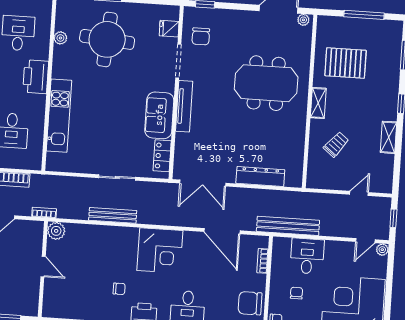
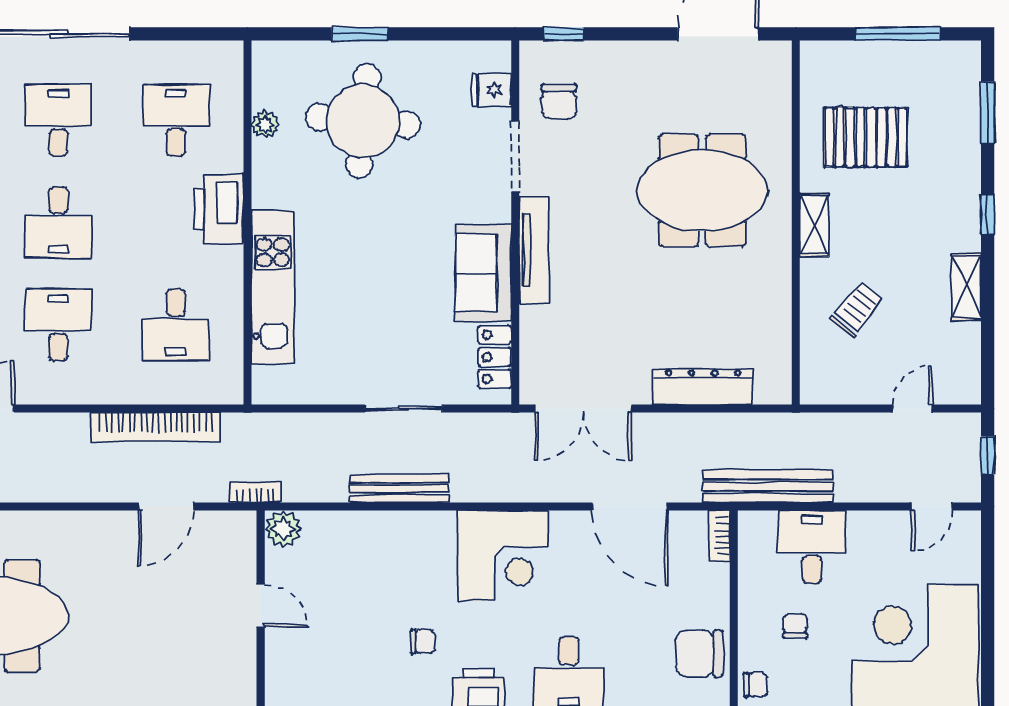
plant: (303, 20) -> (771, 53), removed
plant: (382, 250) -> (969, 523), removed
bookcase: (263, 261) -> (720, 536), moved

